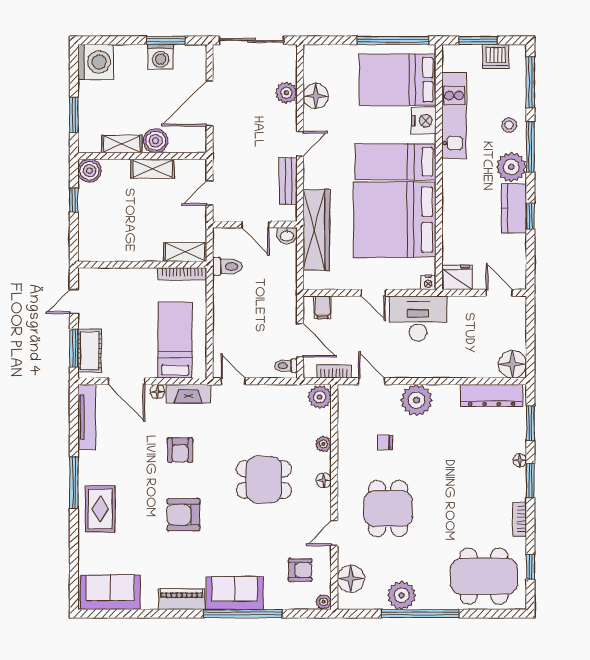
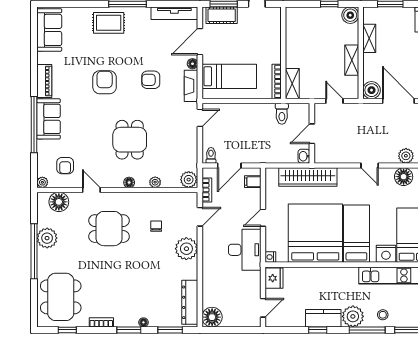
boiler: (156, 141) -> (372, 90), moved
bench: (288, 181) -> (343, 157), removed

